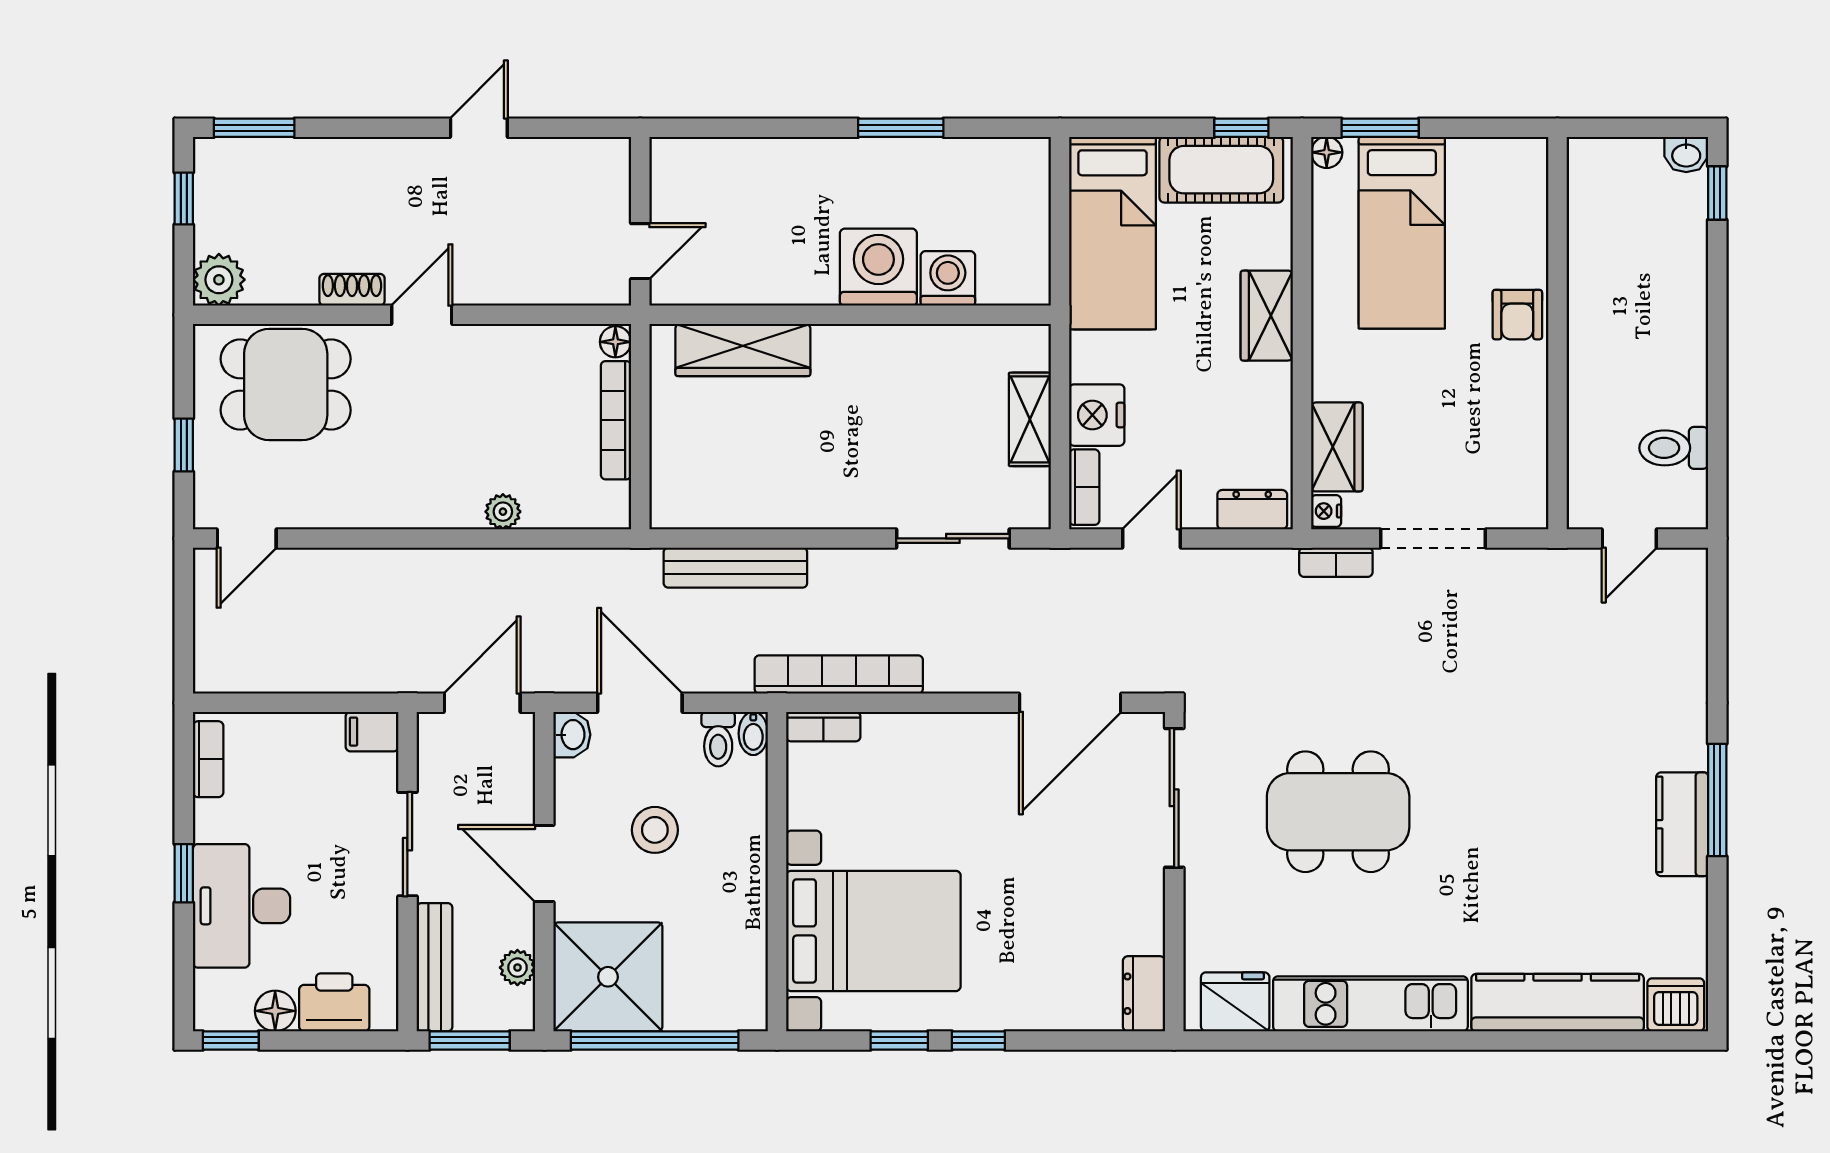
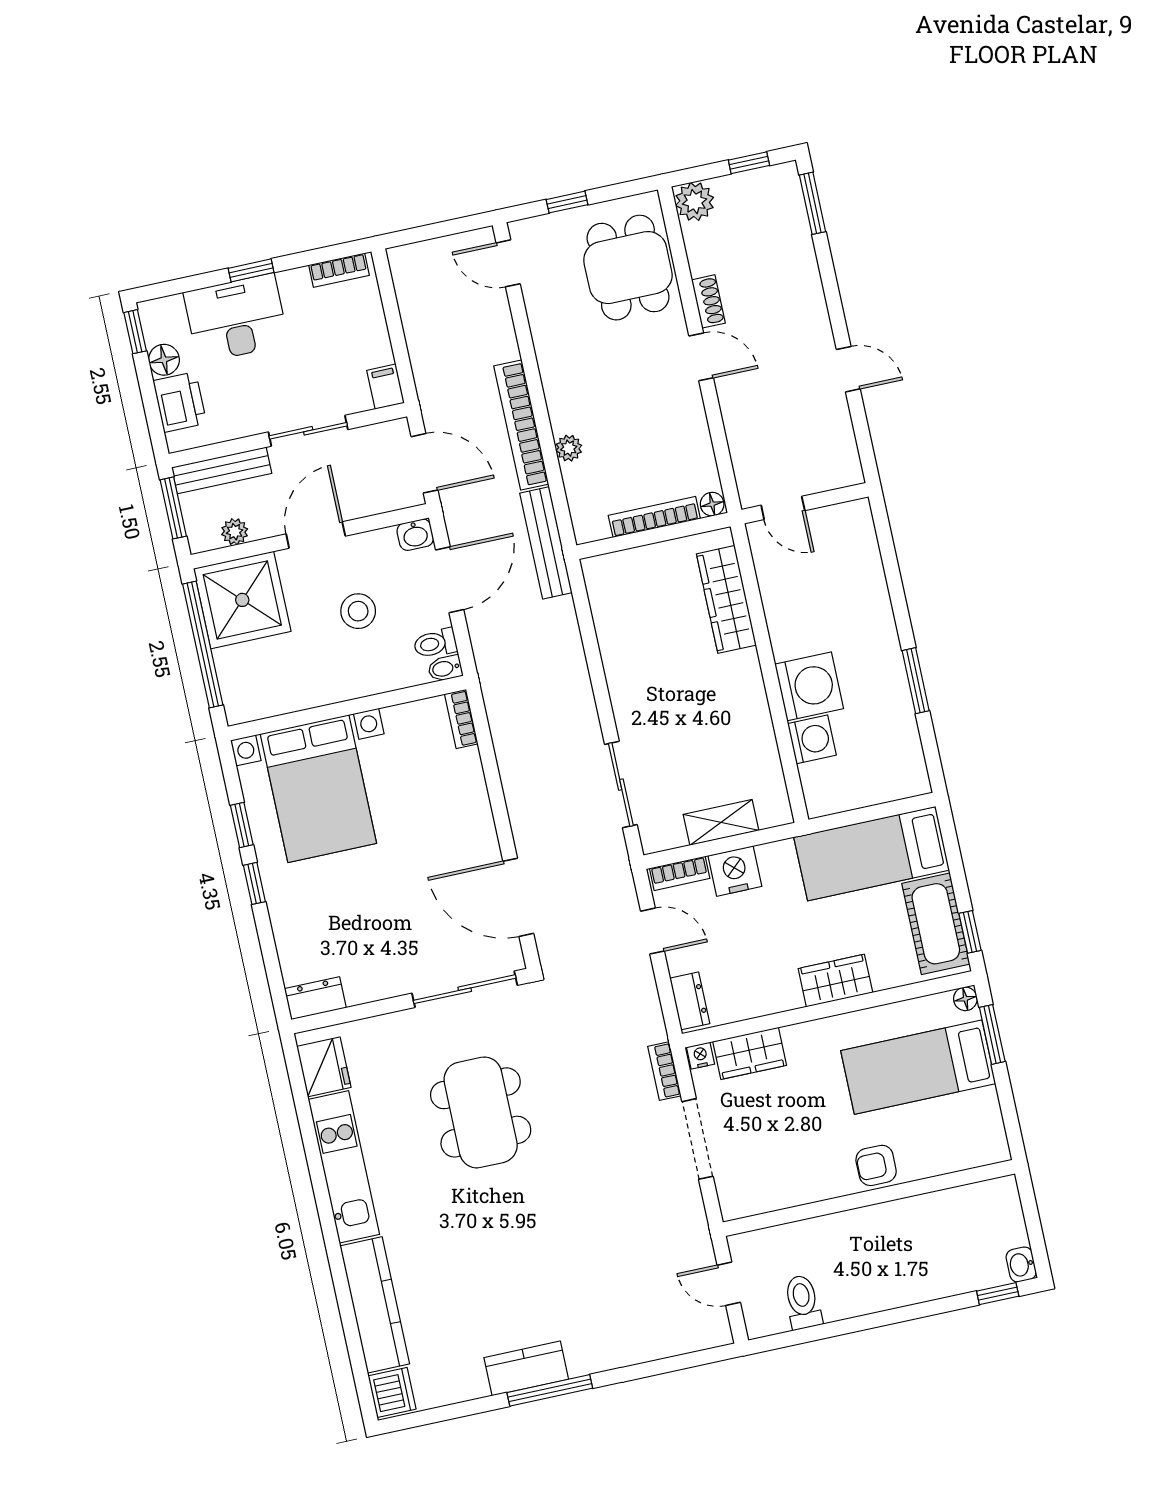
bench: (735, 568) -> (546, 543), moved
bookcase: (839, 674) -> (521, 425), moved, turned 180

